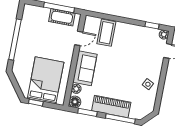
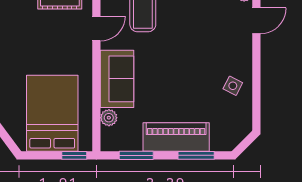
floor lamp: (75, 102) -> (111, 141), removed
window: (36, 103) -> (74, 155), moved
window: (120, 119) -> (196, 155), width x0.69

